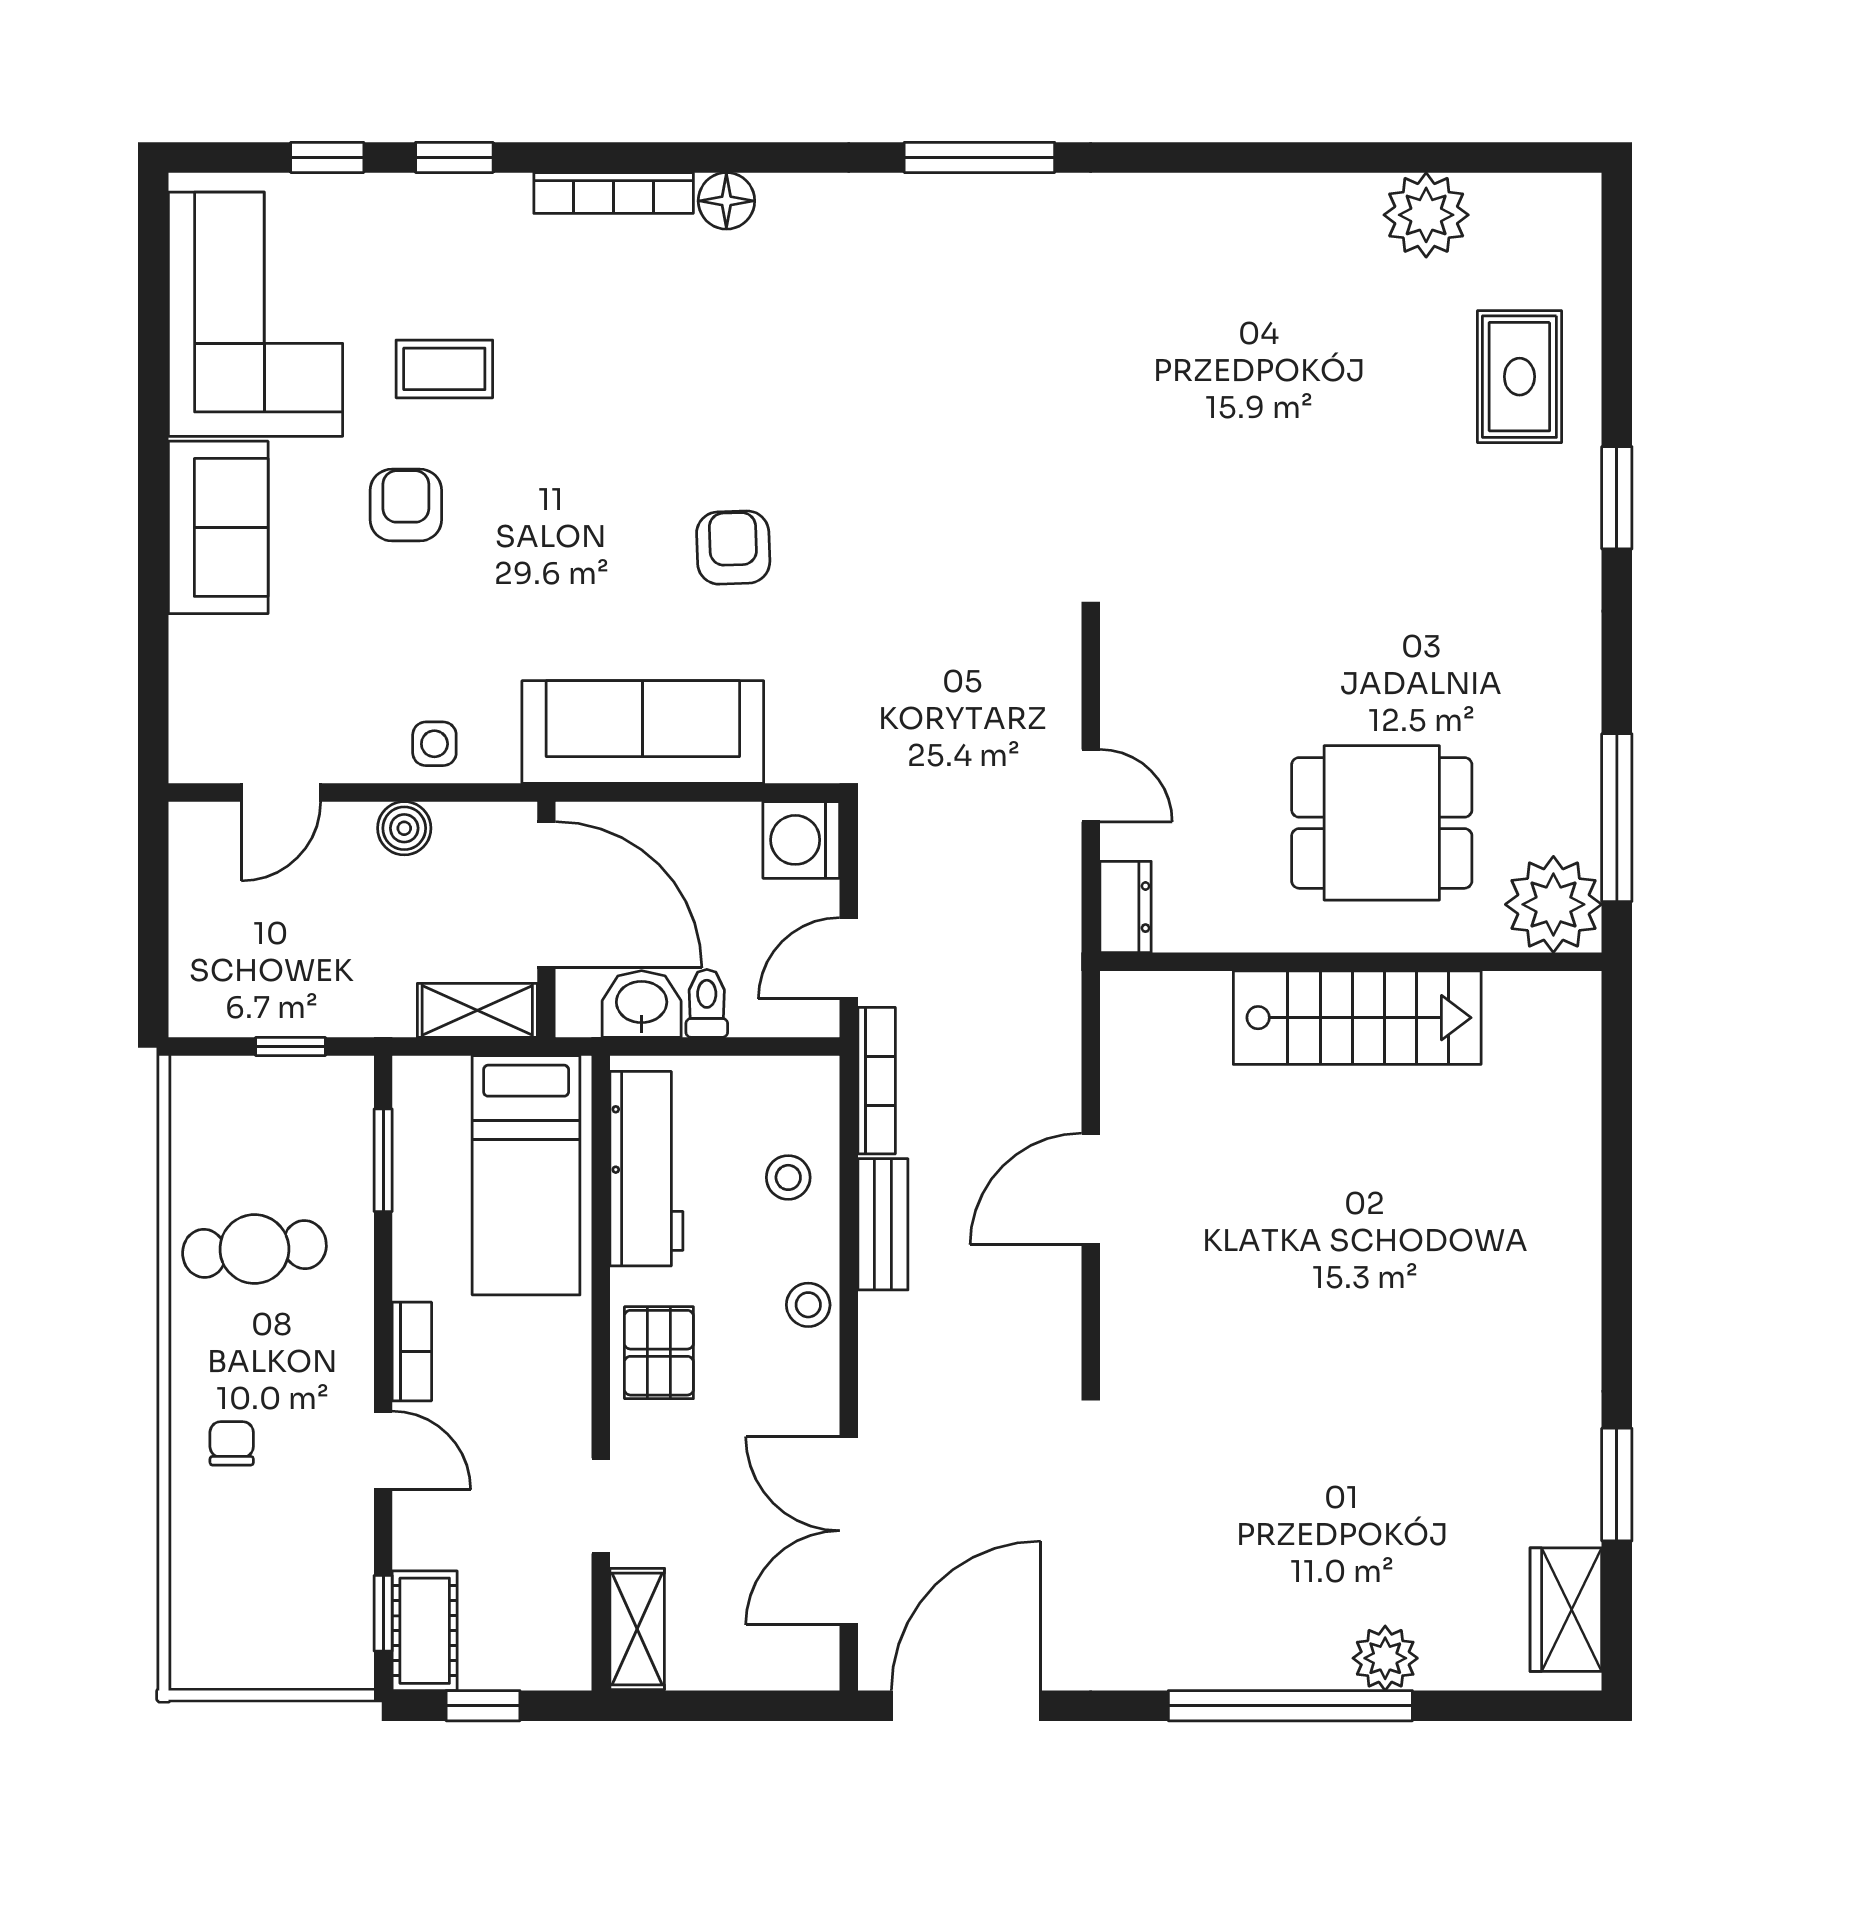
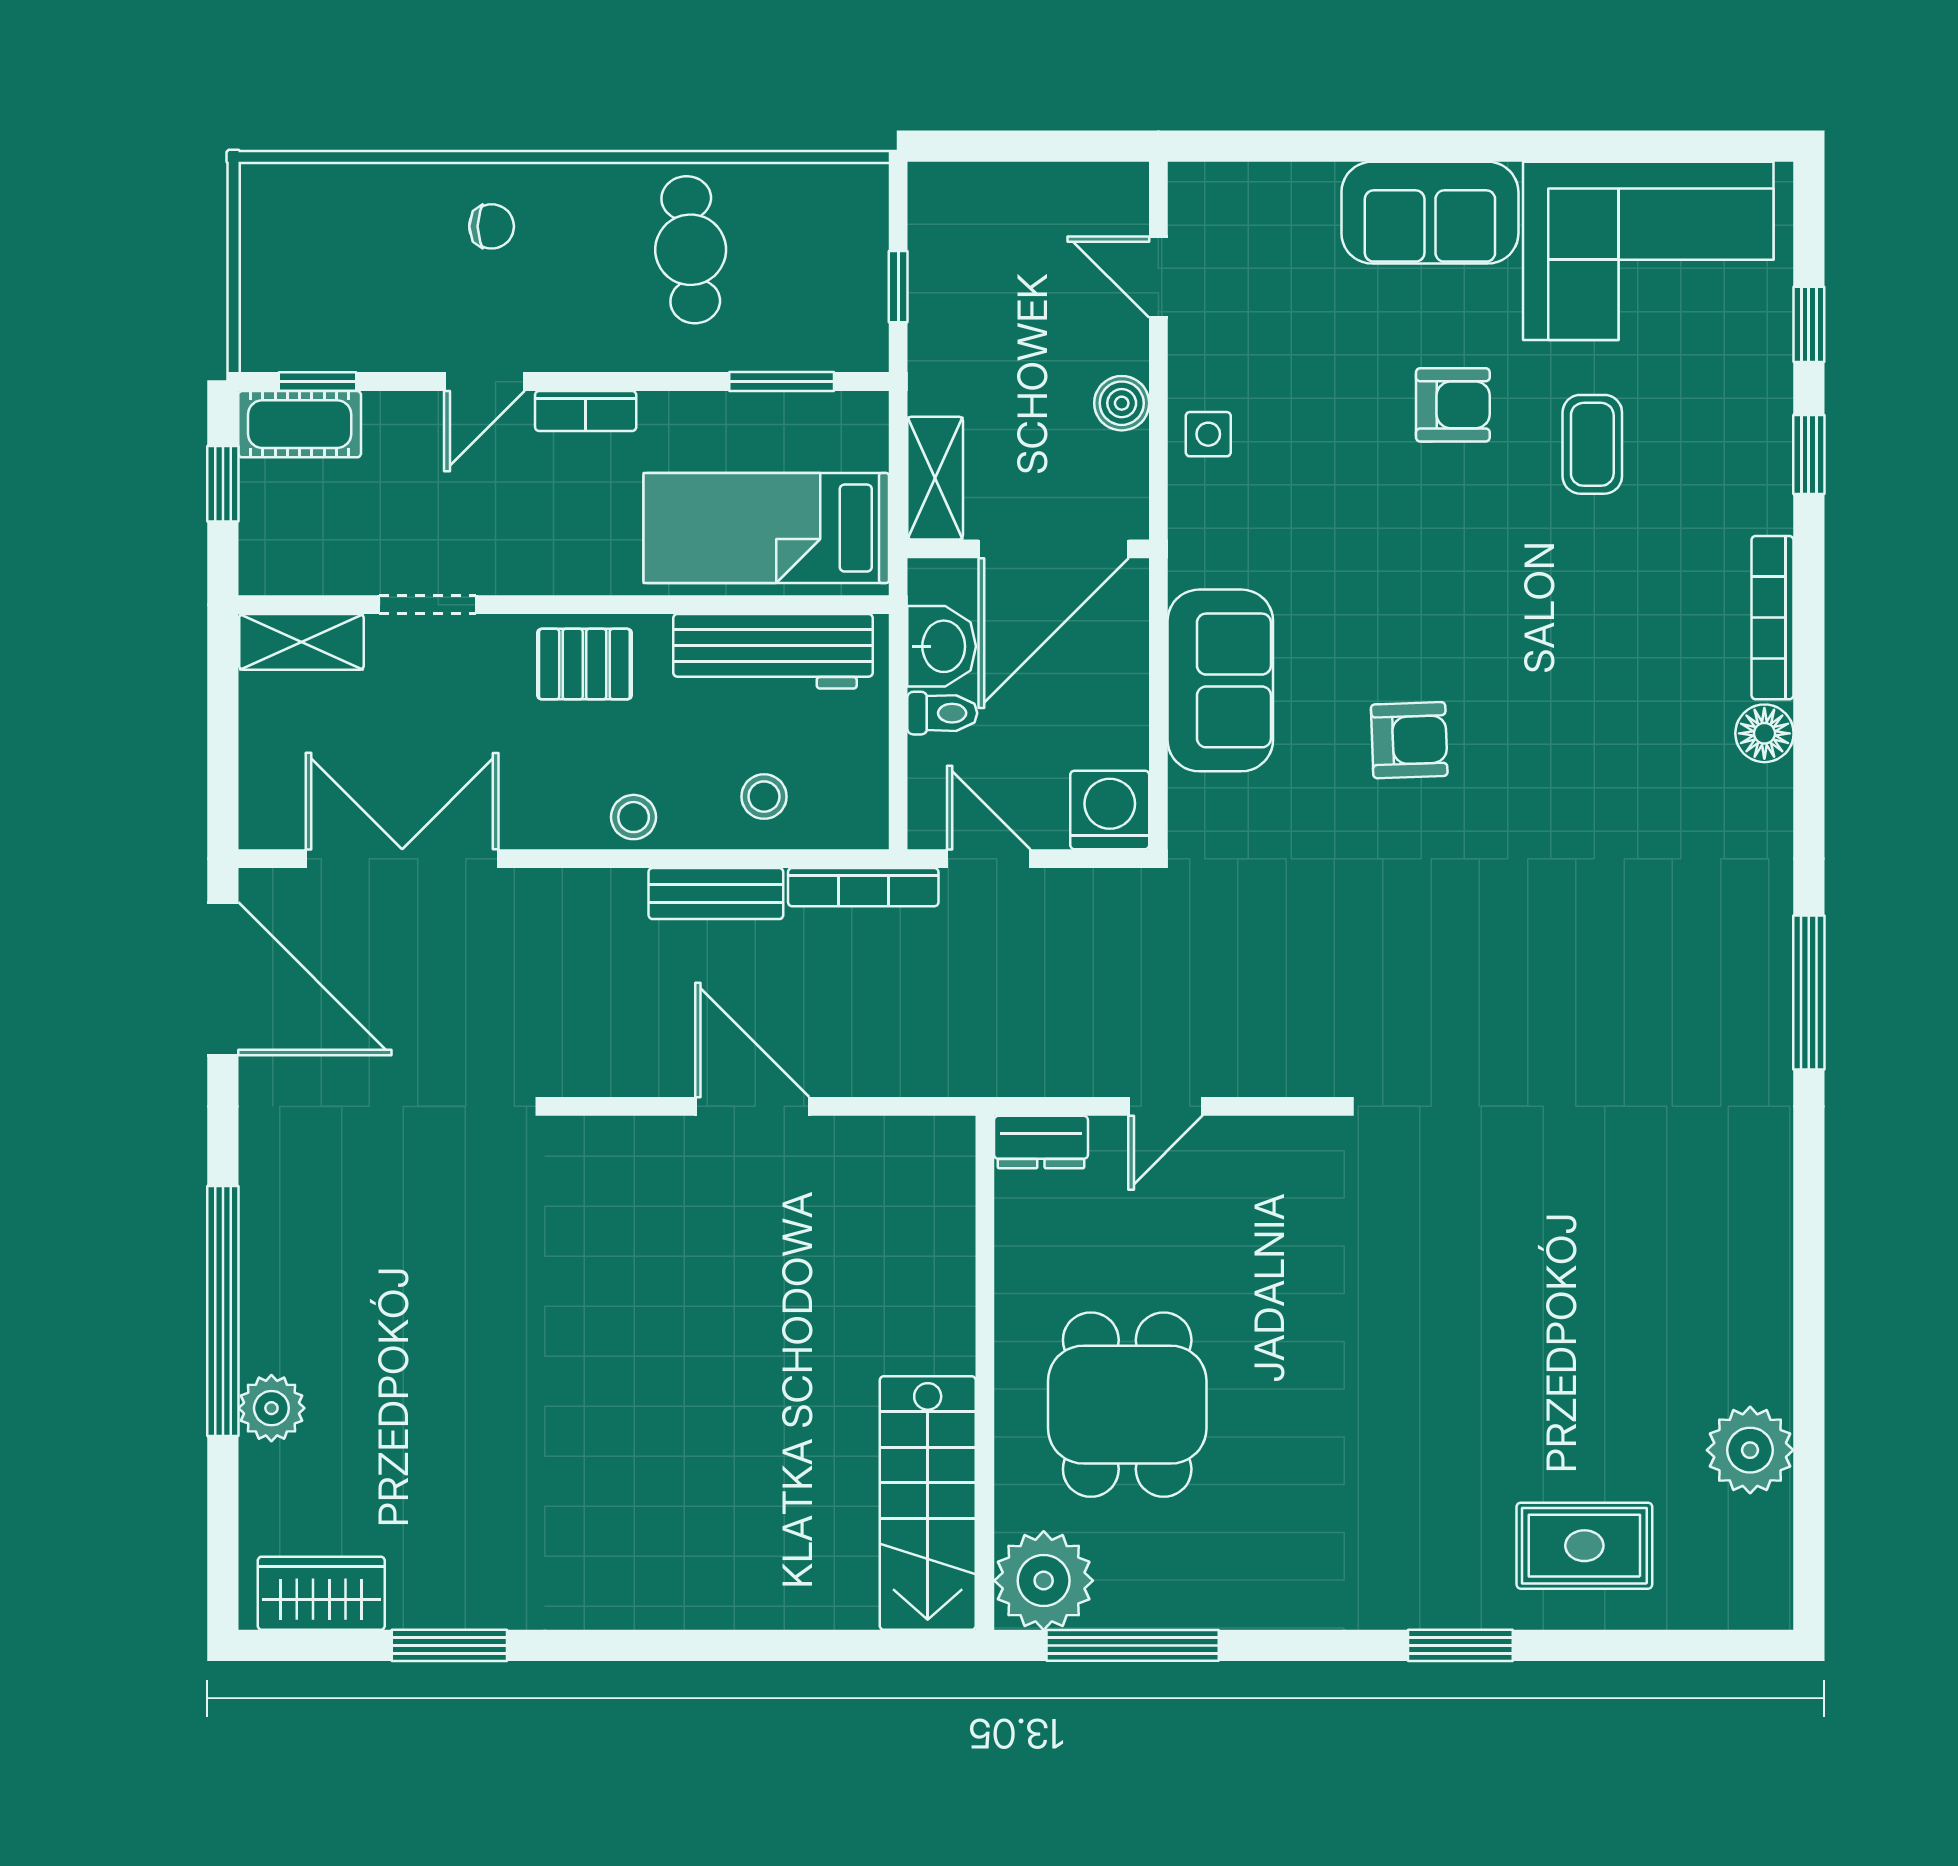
sofa: (643, 732) -> (1220, 680), width x0.73
stairs: (1357, 1018) -> (928, 1503), moved

